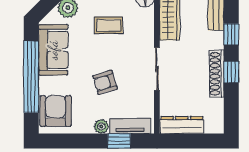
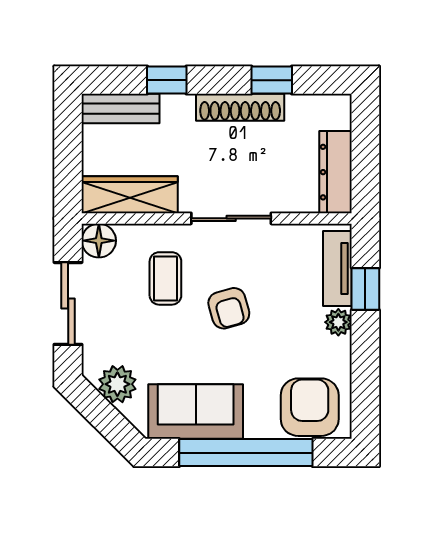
coffee table: (109, 25) -> (165, 278), moved
window: (231, 72) -> (272, 80), moved
armchair: (105, 82) -> (229, 308), moved
armchair: (56, 111) -> (310, 407), turned 90

